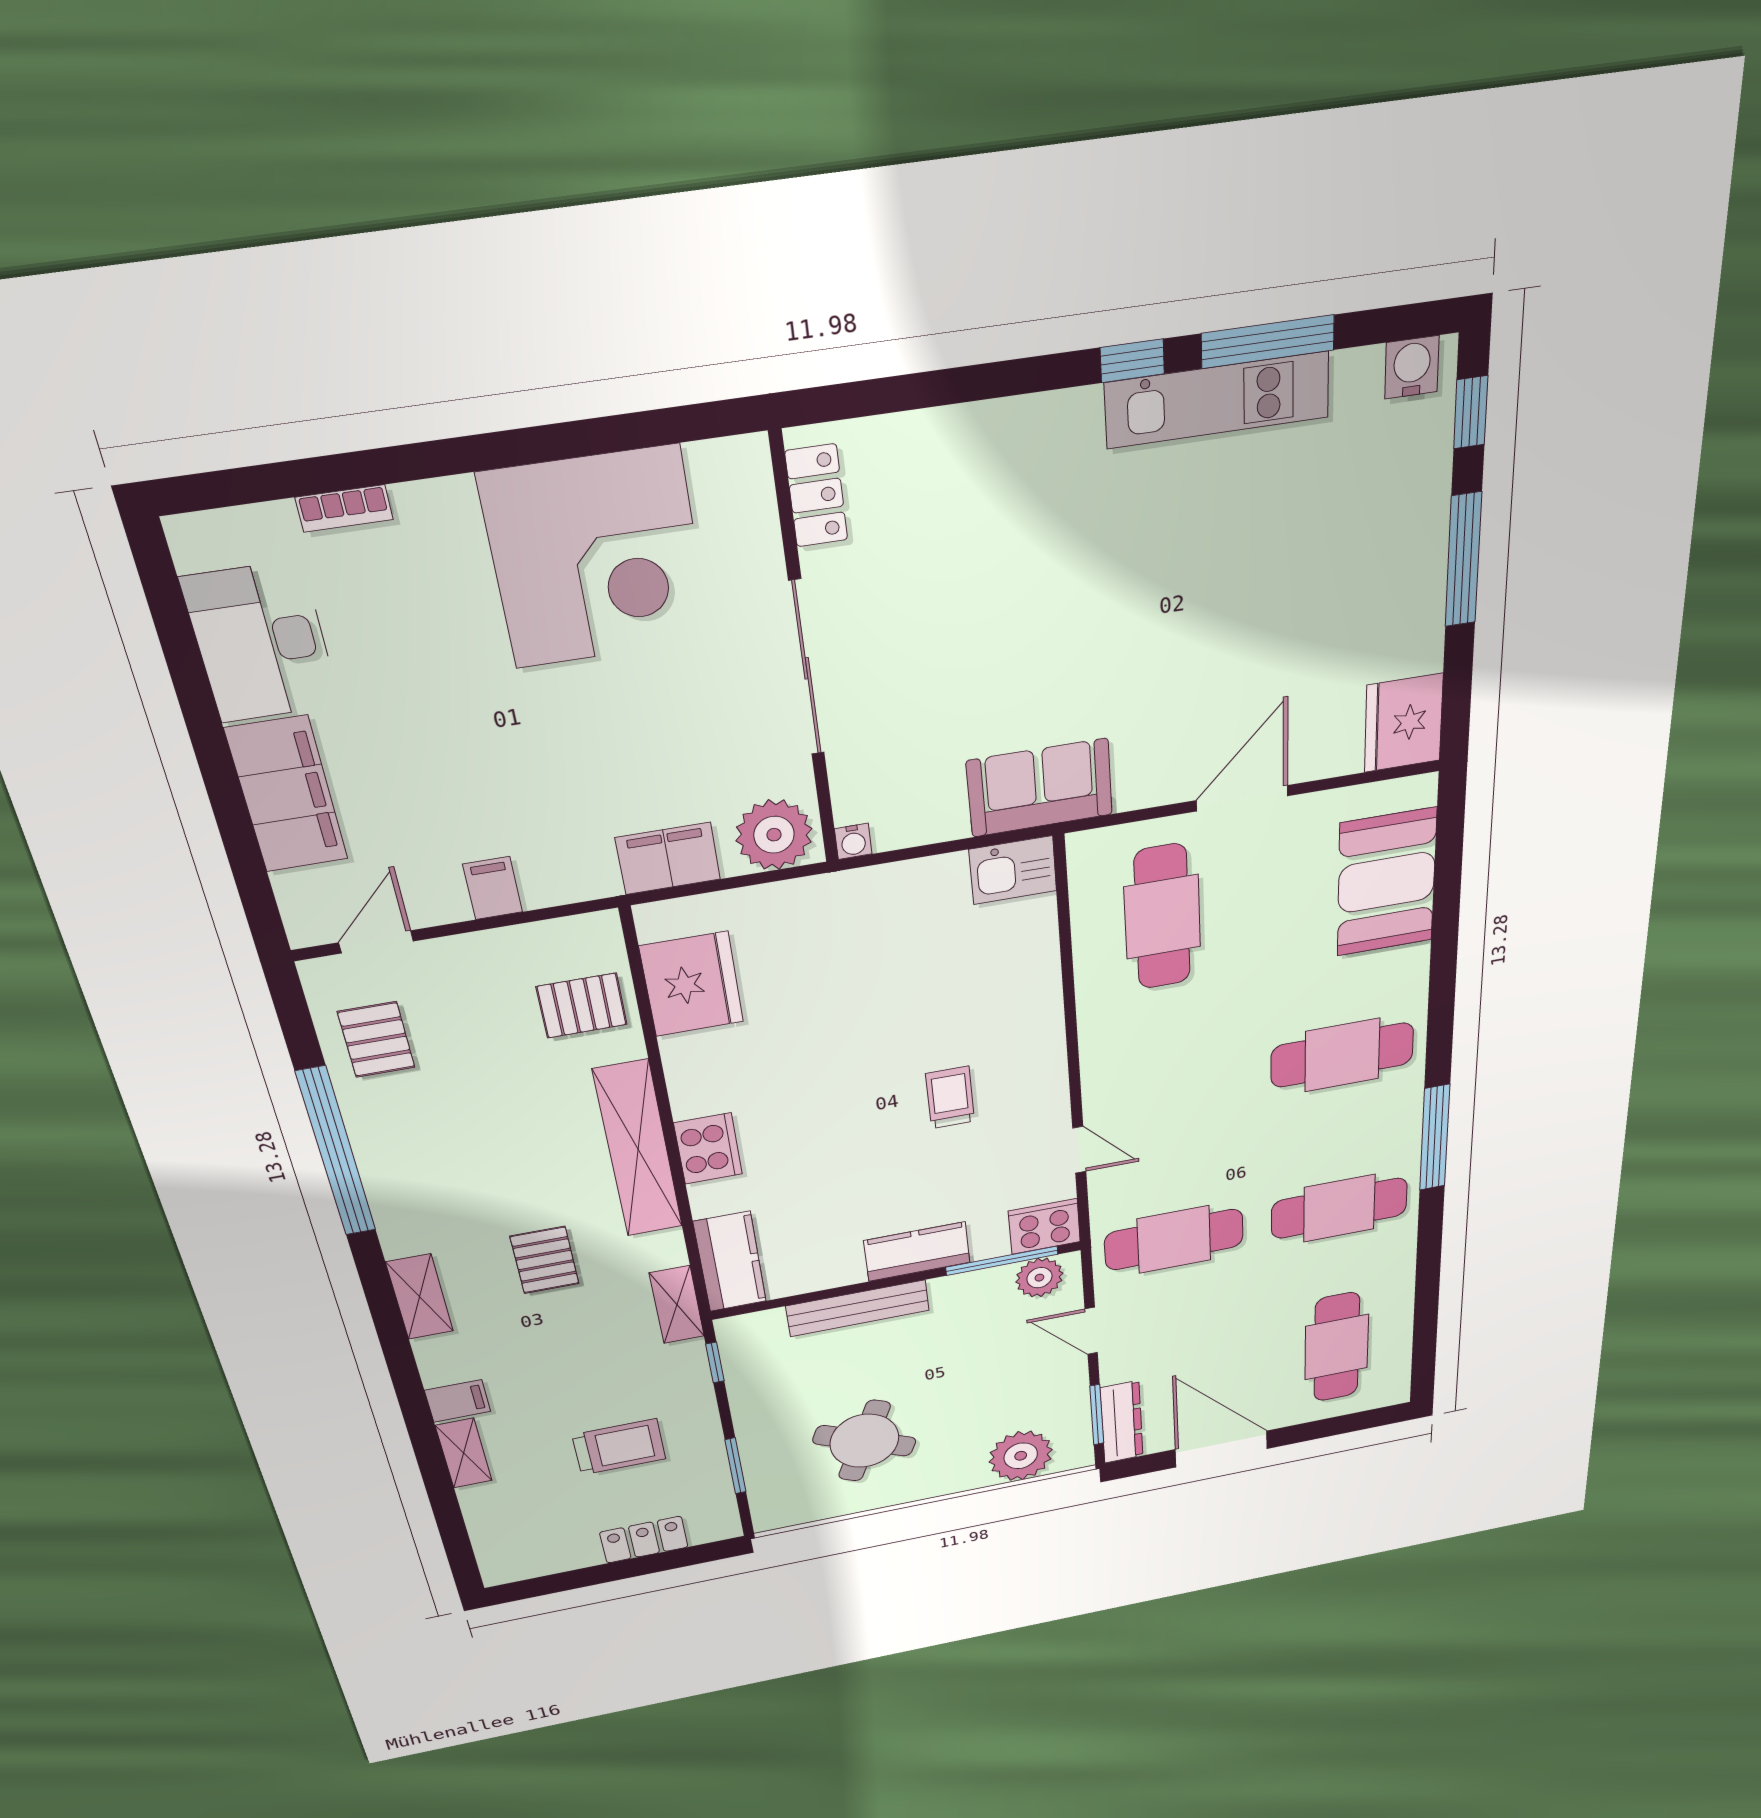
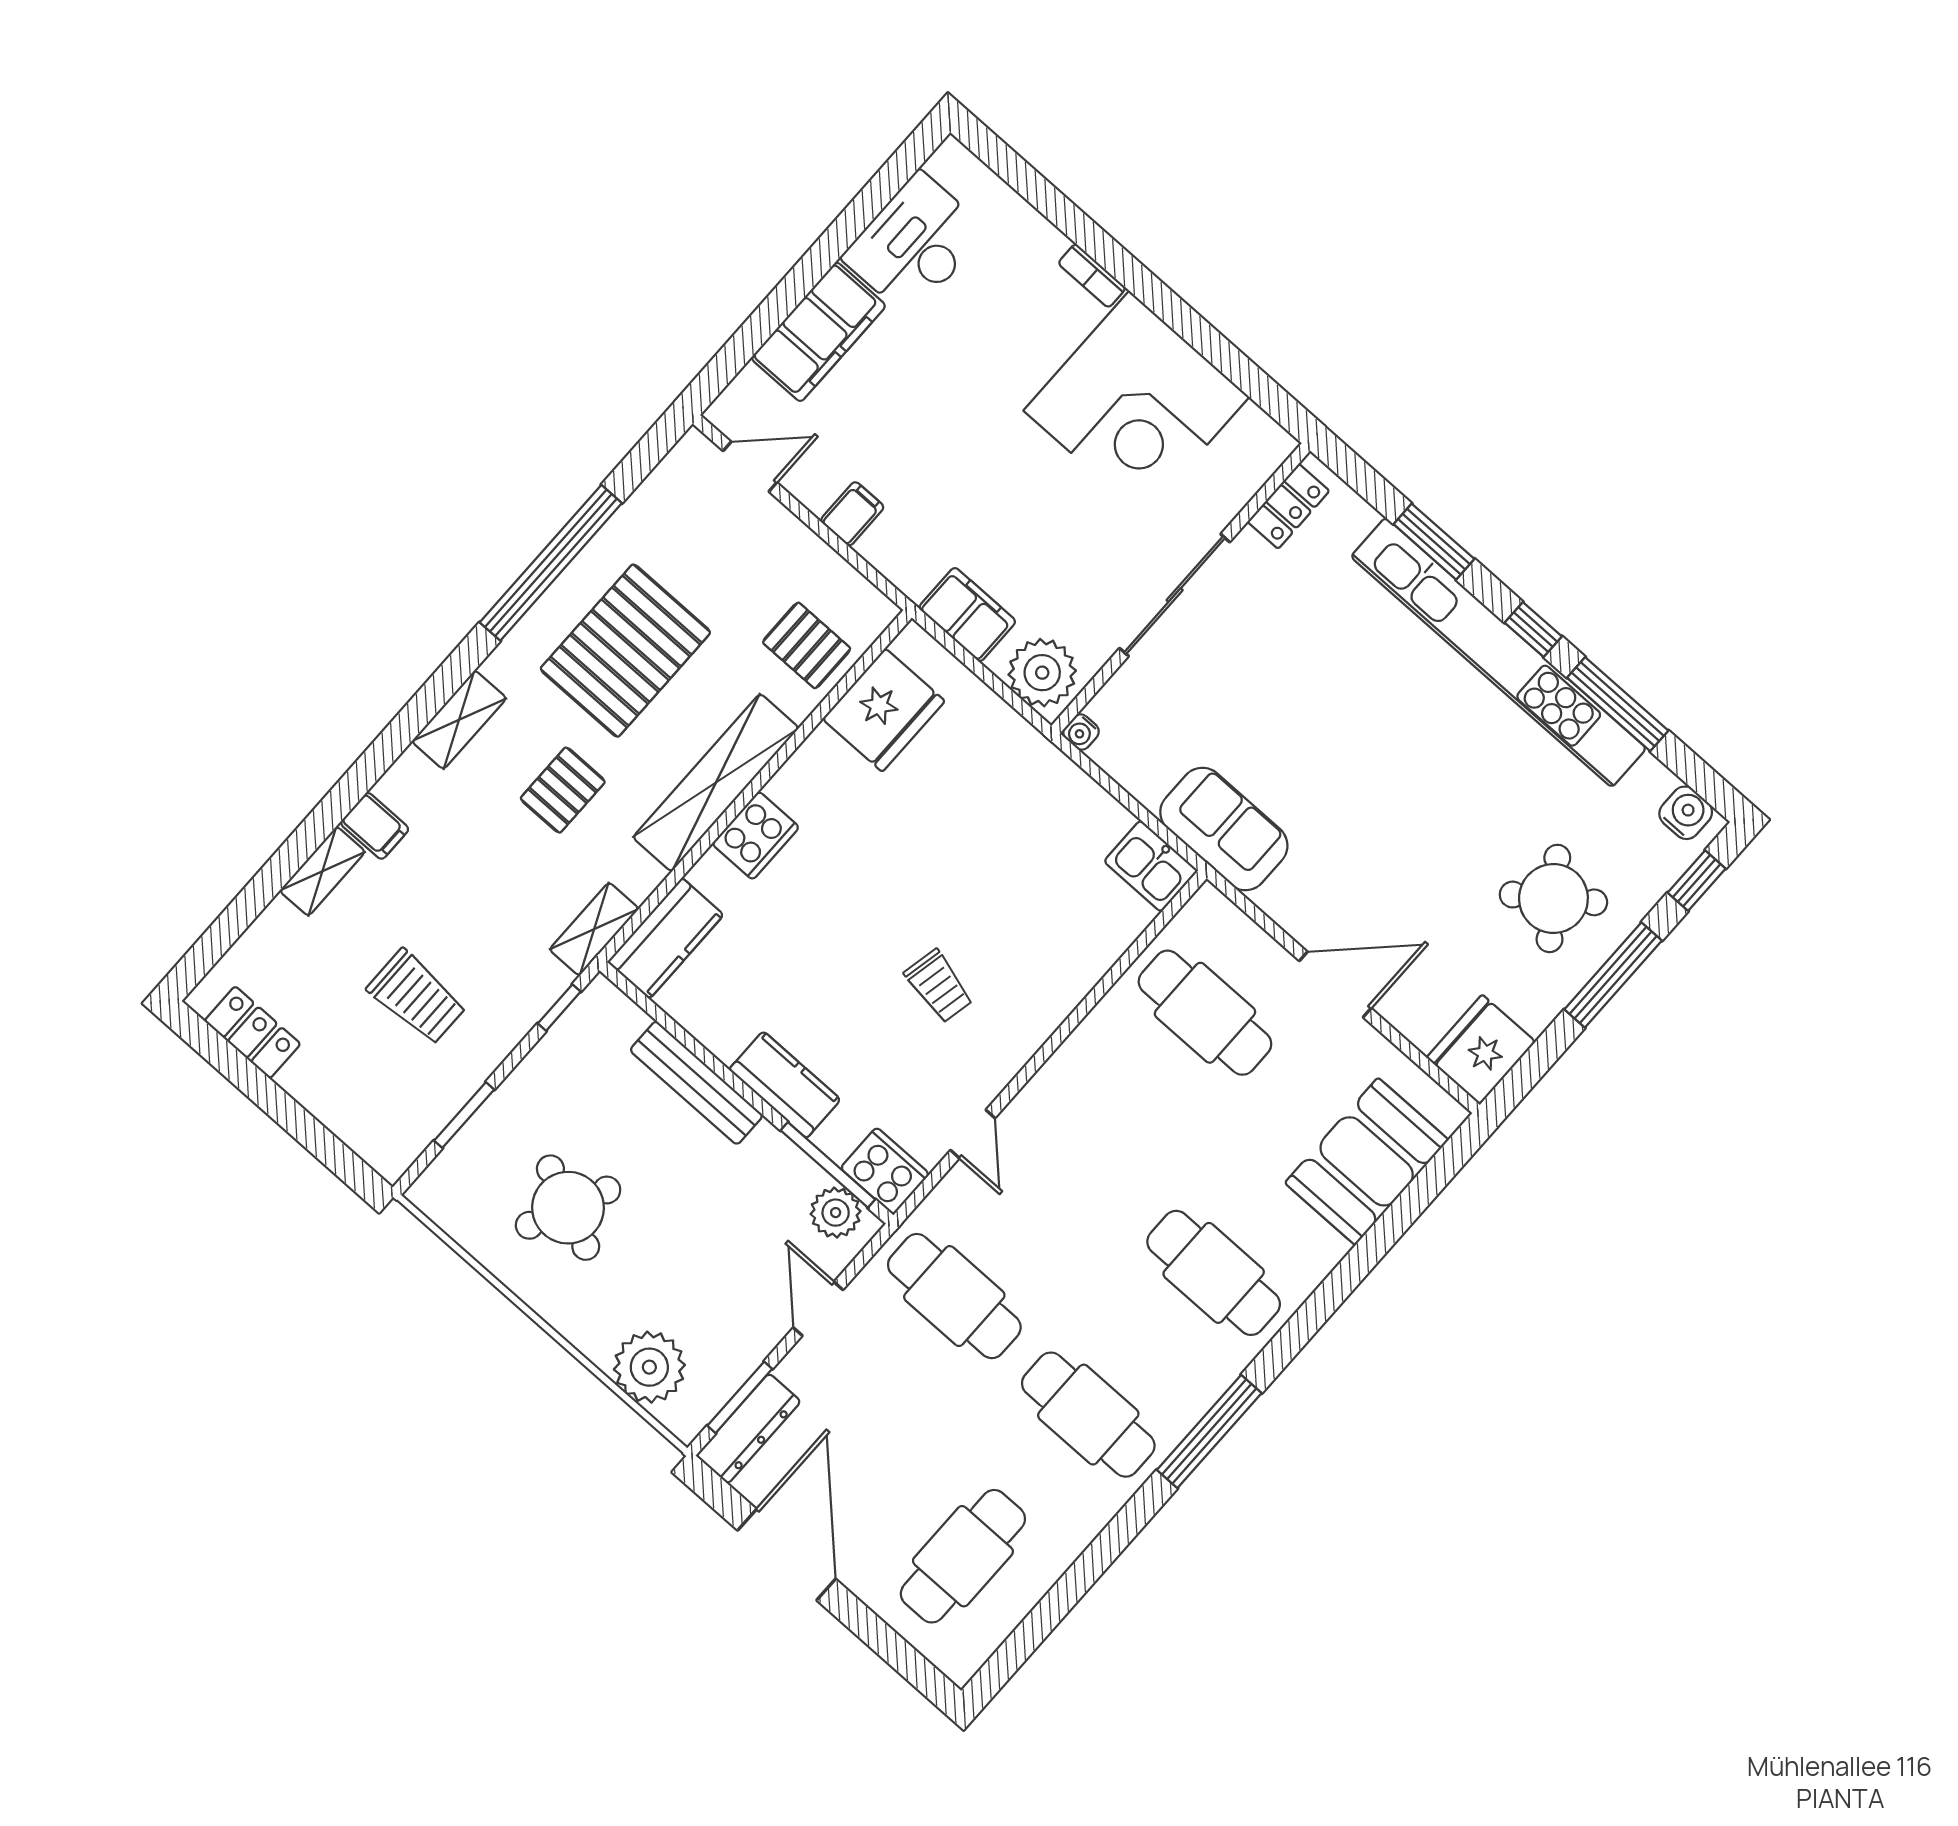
window: (970, 384) -> (1434, 542), added
kitchen unit: (1217, 400) -> (1499, 652), width x1.86
bookcase: (344, 508) -> (1092, 276), moved
round table: (1359, 556) -> (1553, 898), added
cafe table: (1162, 917) -> (1205, 1013), turned 90
pallet: (376, 1040) -> (625, 651), moved, width x2.05, depth x2.00
trolley: (950, 1097) -> (939, 986), turned 102
locker: (644, 1540) -> (252, 1032), moved

